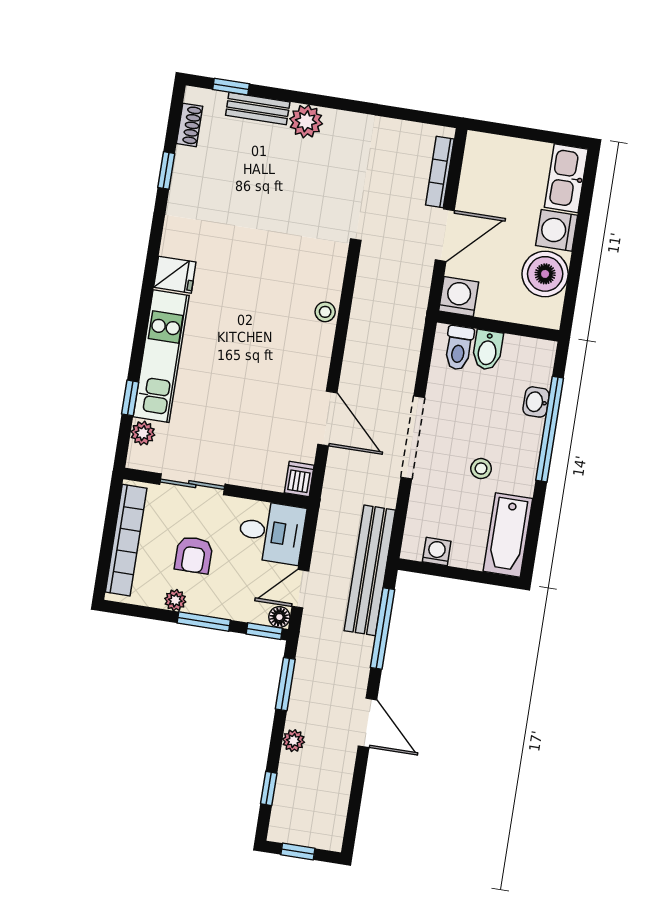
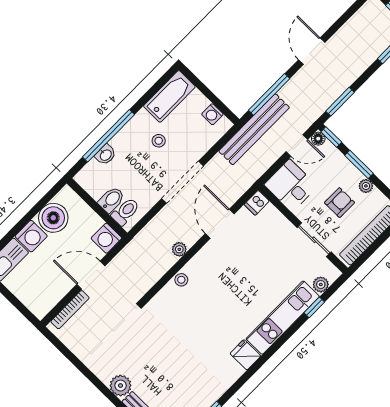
plant: (293, 741) -> (179, 249), moved

